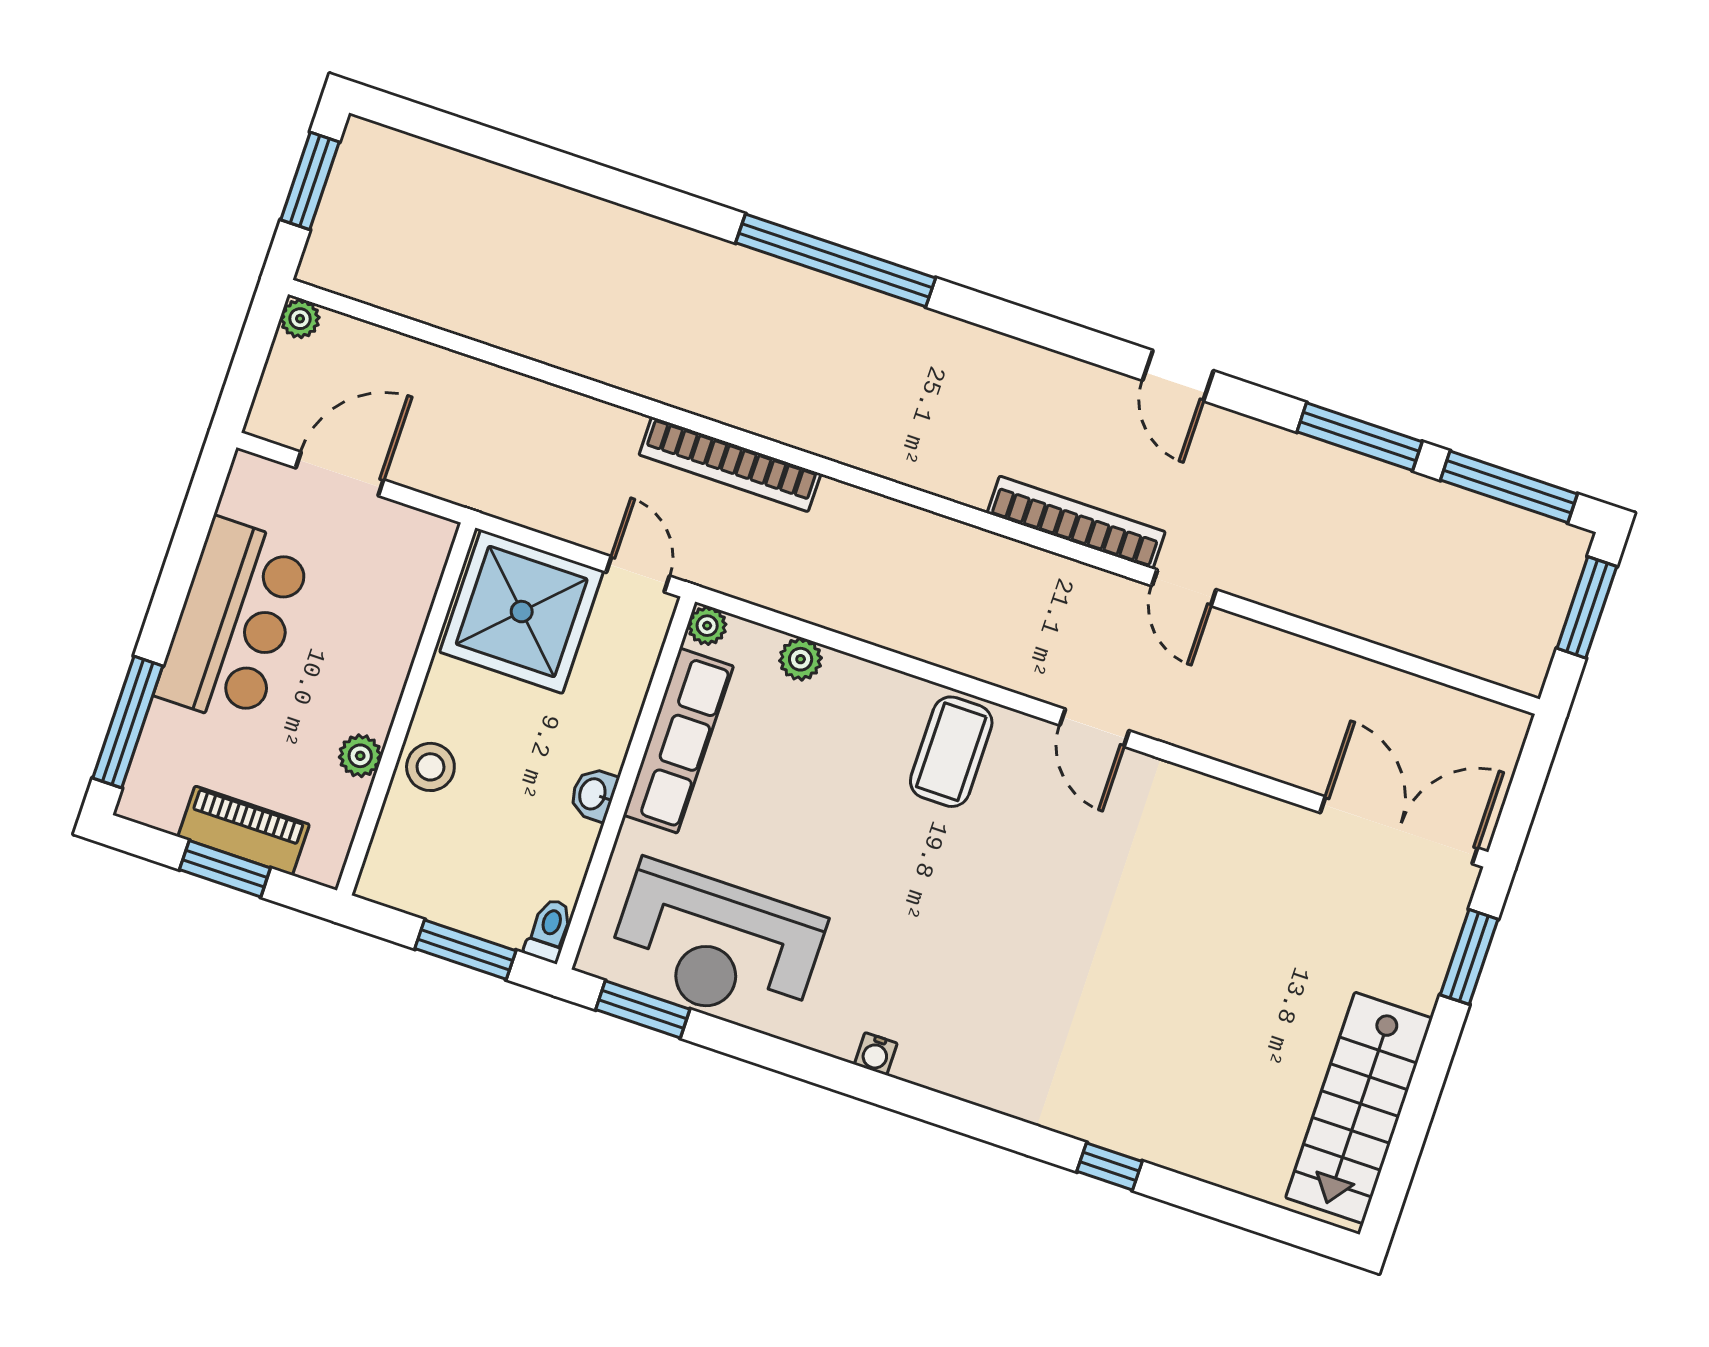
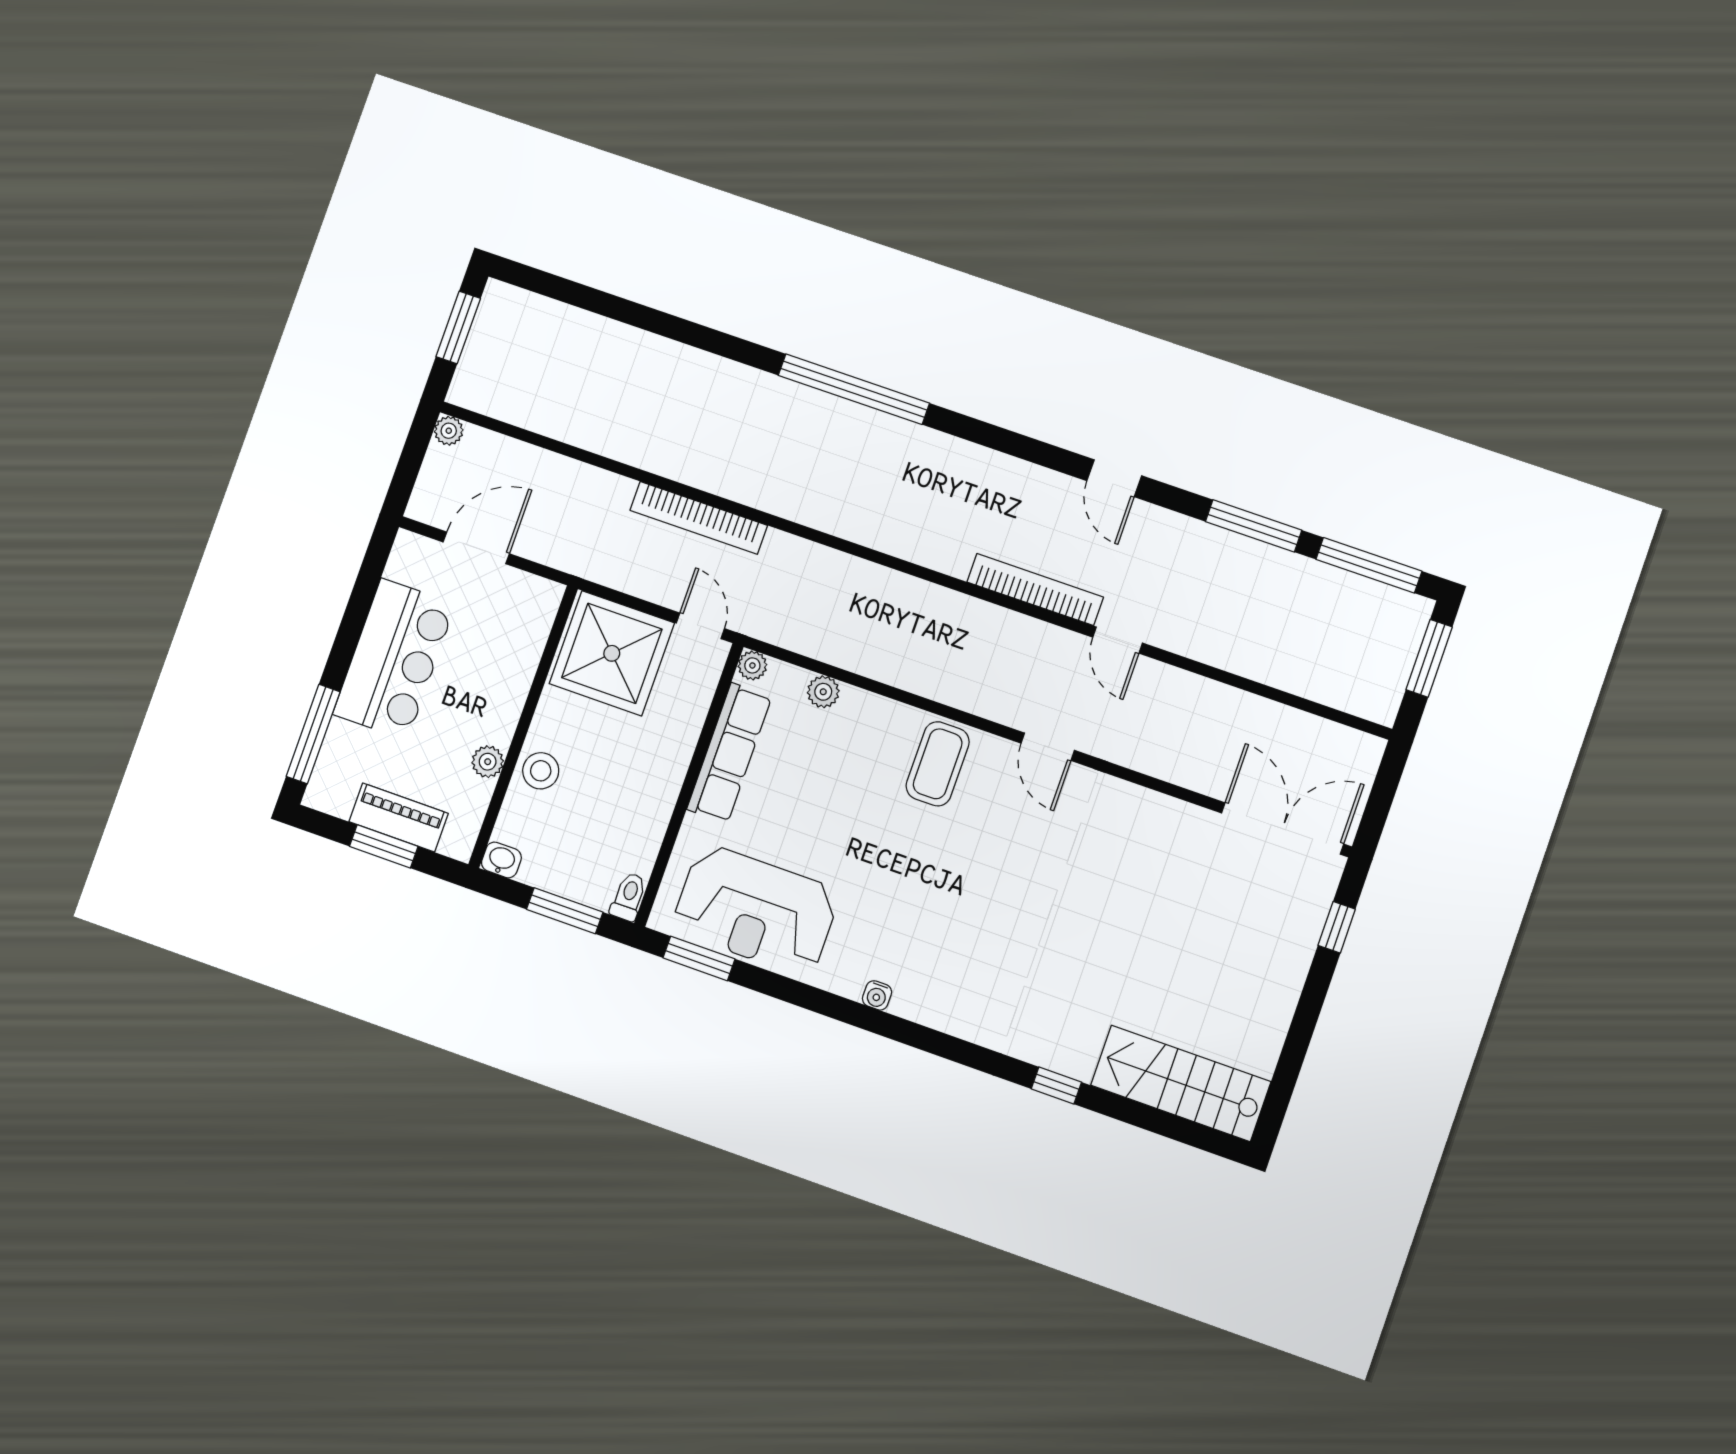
bookcase: (730, 464) -> (699, 518), moved
washbasin: (593, 794) -> (501, 860), moved, turned 90
window: (1469, 957) -> (1337, 927), width x0.67
stairs: (1359, 1108) -> (1181, 1083), moved, turned 90

